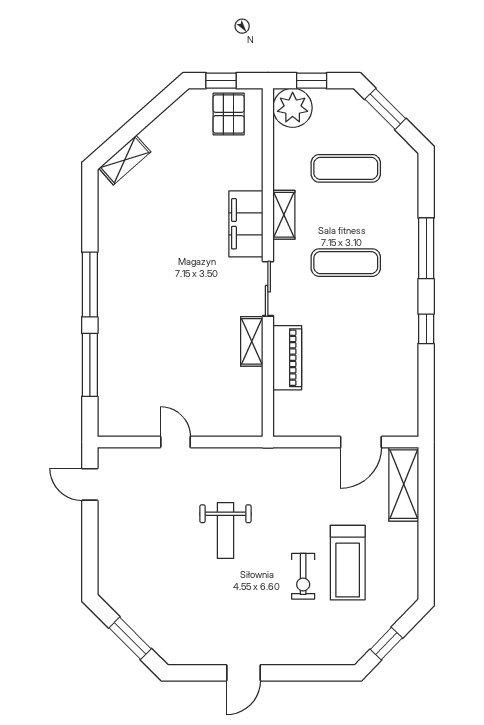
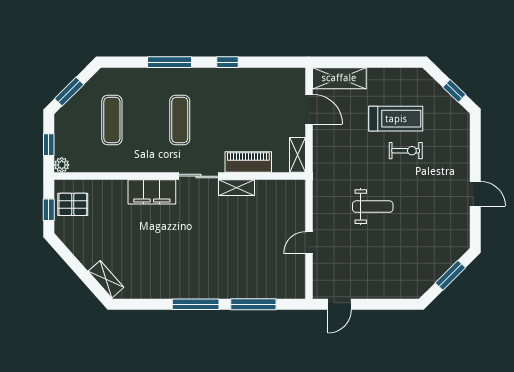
plant: (293, 108) -> (62, 165), width x0.53, depth x0.53
shelving: (284, 215) -> (297, 155), moved, turned 90

